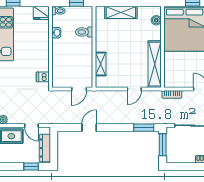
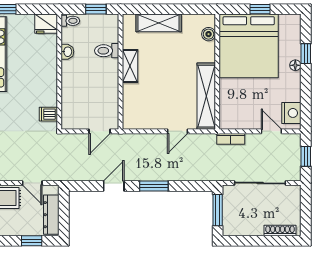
shelving: (101, 64) -> (130, 66), moved
window: (144, 128) -> (154, 186), moved

